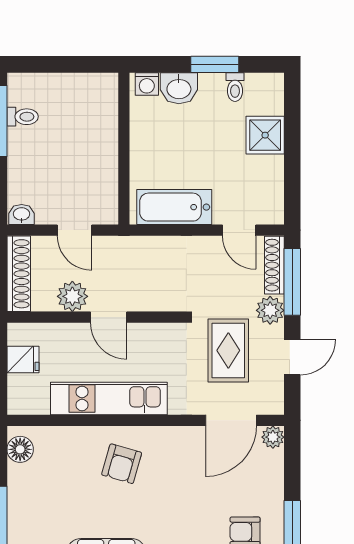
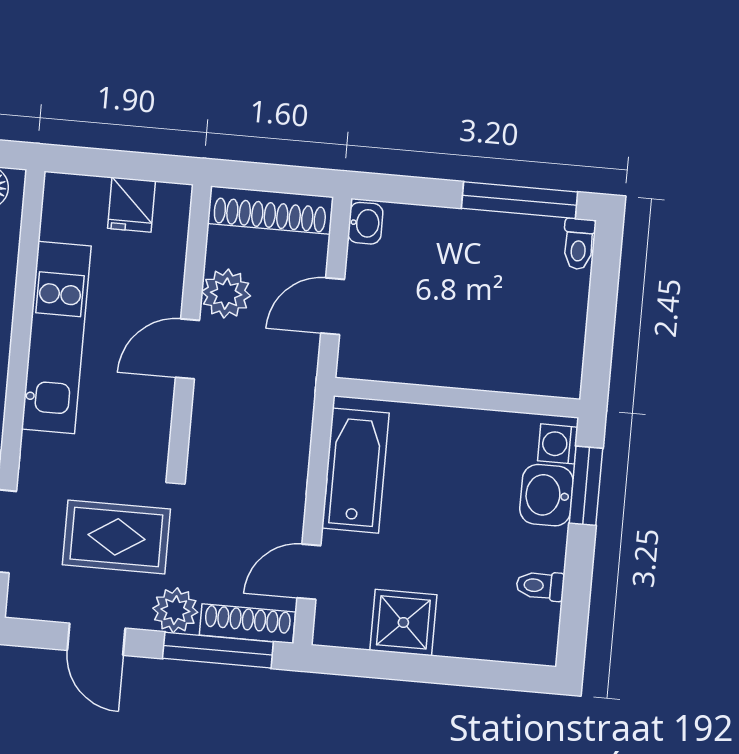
window: (215, 64) -> (586, 486), moved
toilet: (23, 117) -> (579, 244), moved
shower: (265, 135) -> (403, 622), moved

